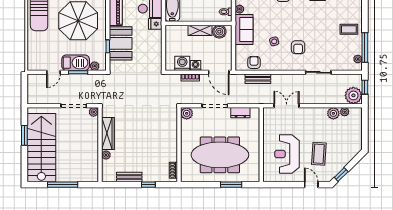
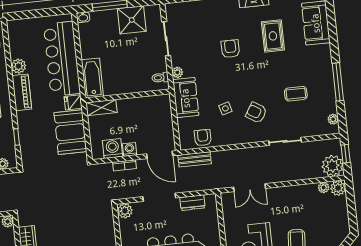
coffee table: (349, 29) -> (296, 94), moved
shelving: (200, 30) -> (101, 108), moved
boiler: (219, 32) -> (155, 103), removed
booth: (121, 43) -> (70, 132), moved
armchair: (298, 47) -> (256, 113), turned 122
window: (365, 48) -> (338, 82), moved
bench: (258, 79) -> (195, 159), moved
double door: (287, 106) -> (250, 188), swing flipped
plant: (333, 113) -> (338, 188), moved

